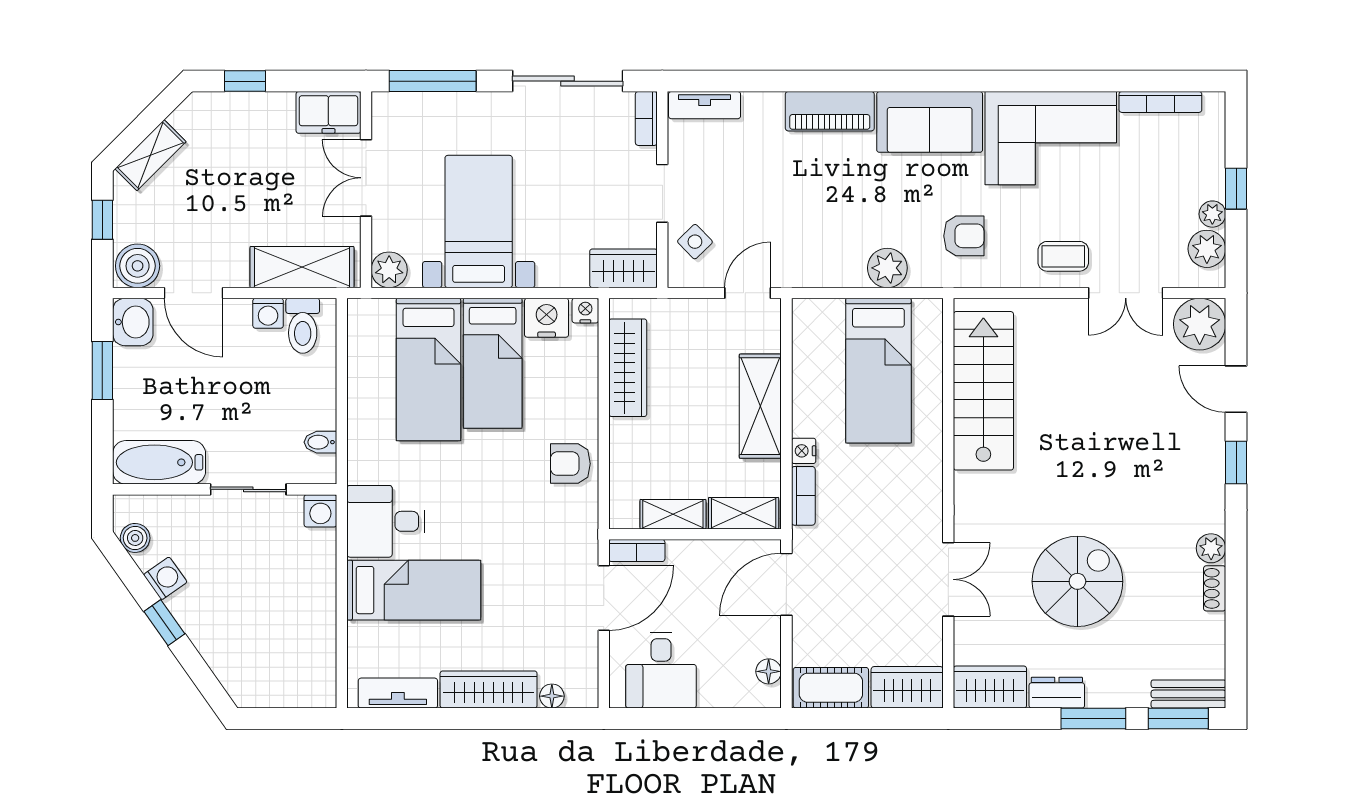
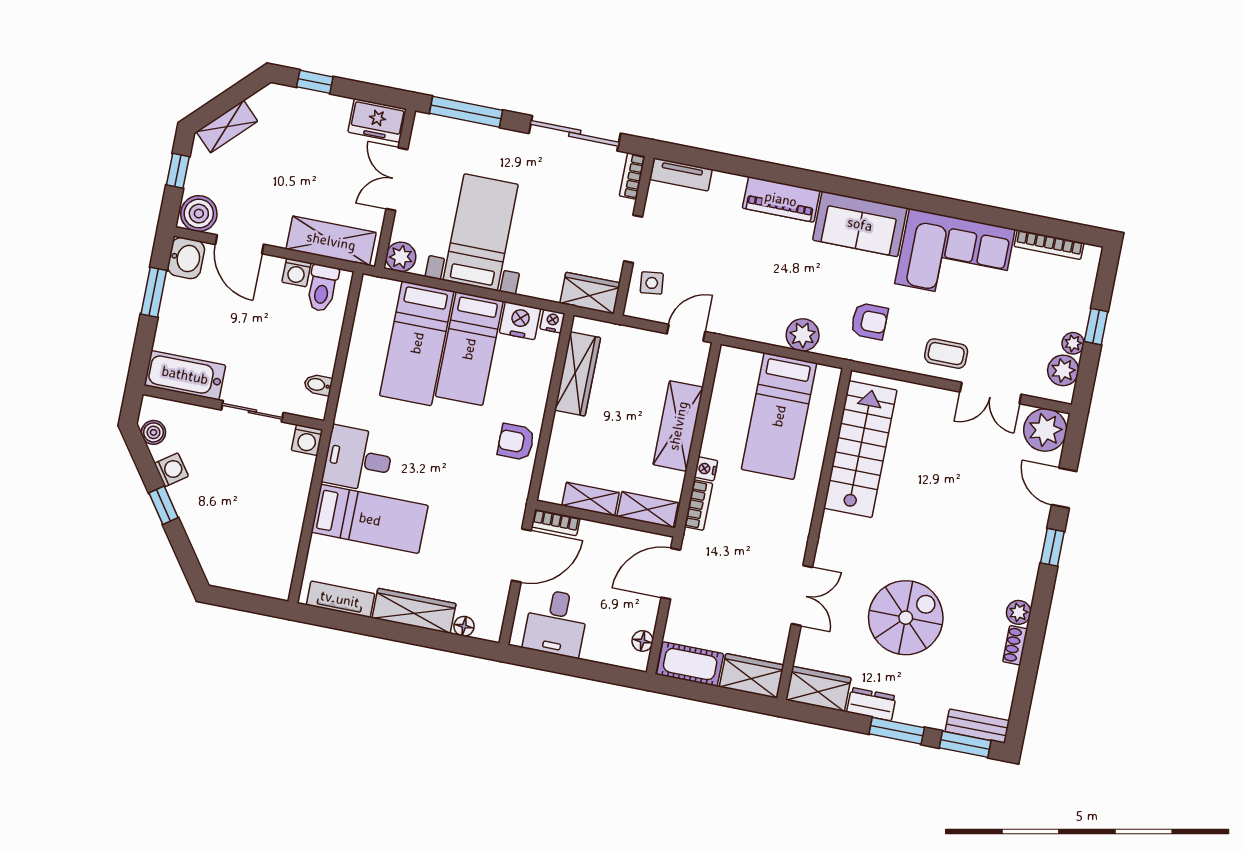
side table: (695, 242) -> (652, 283), turned 37

